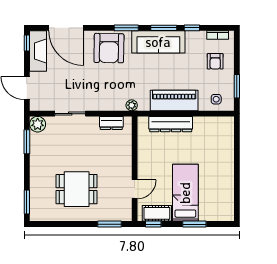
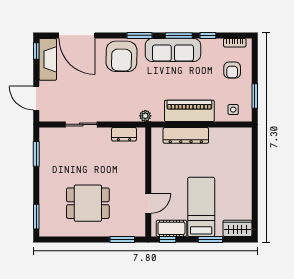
plant: (38, 124) -> (47, 136), removed
wardrobe: (220, 213) -> (237, 228), added

